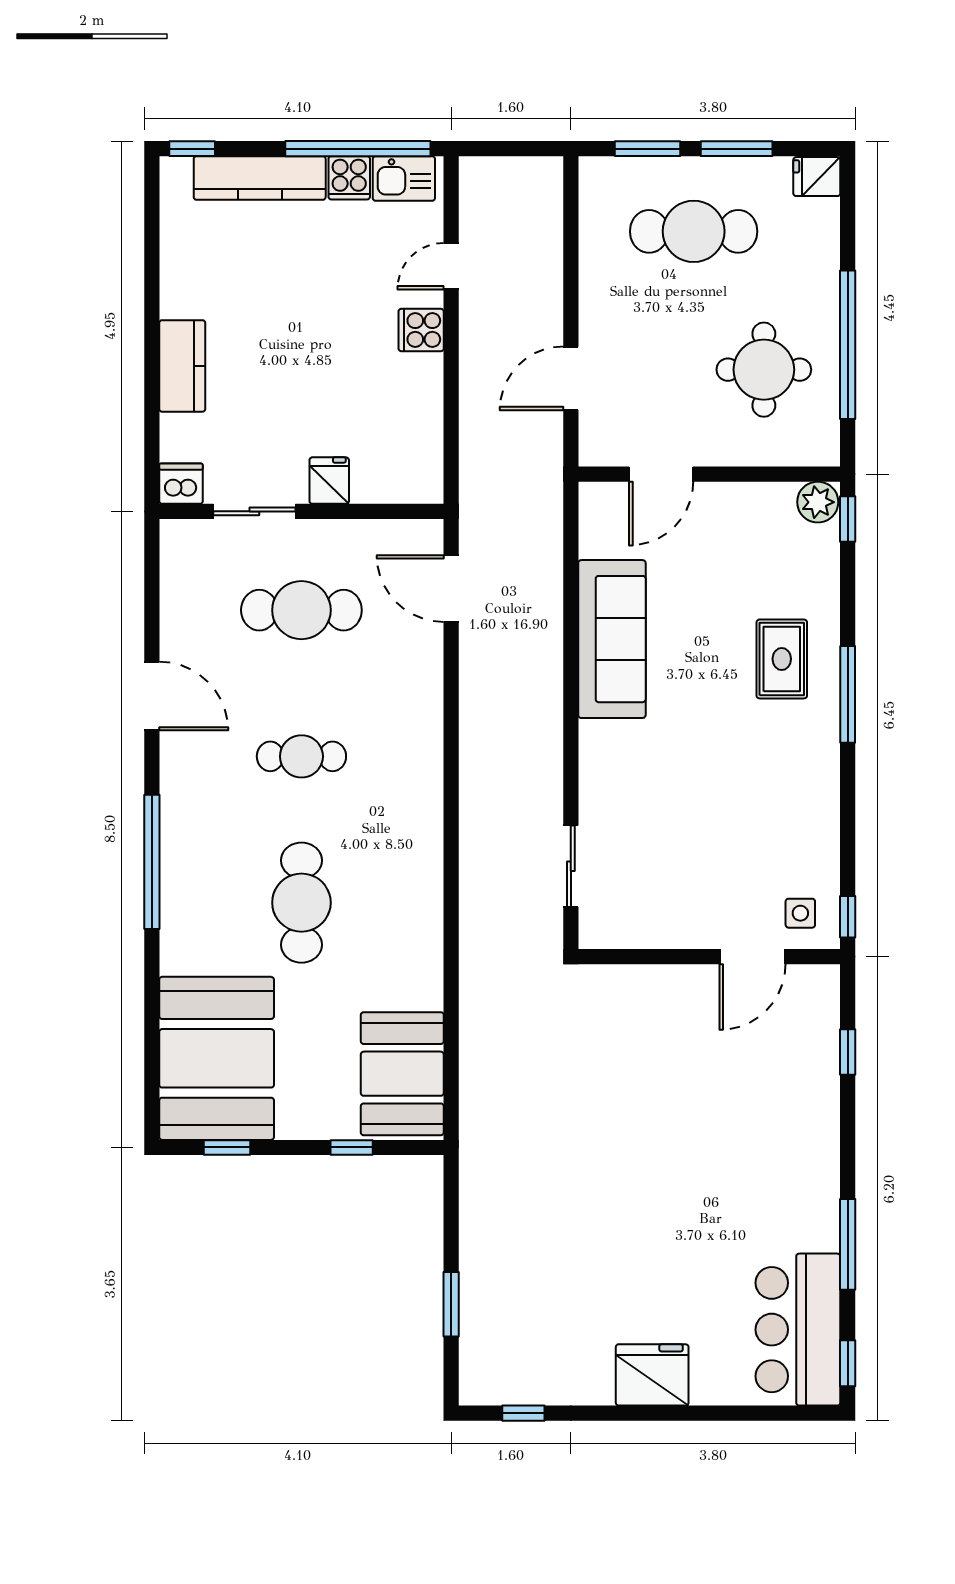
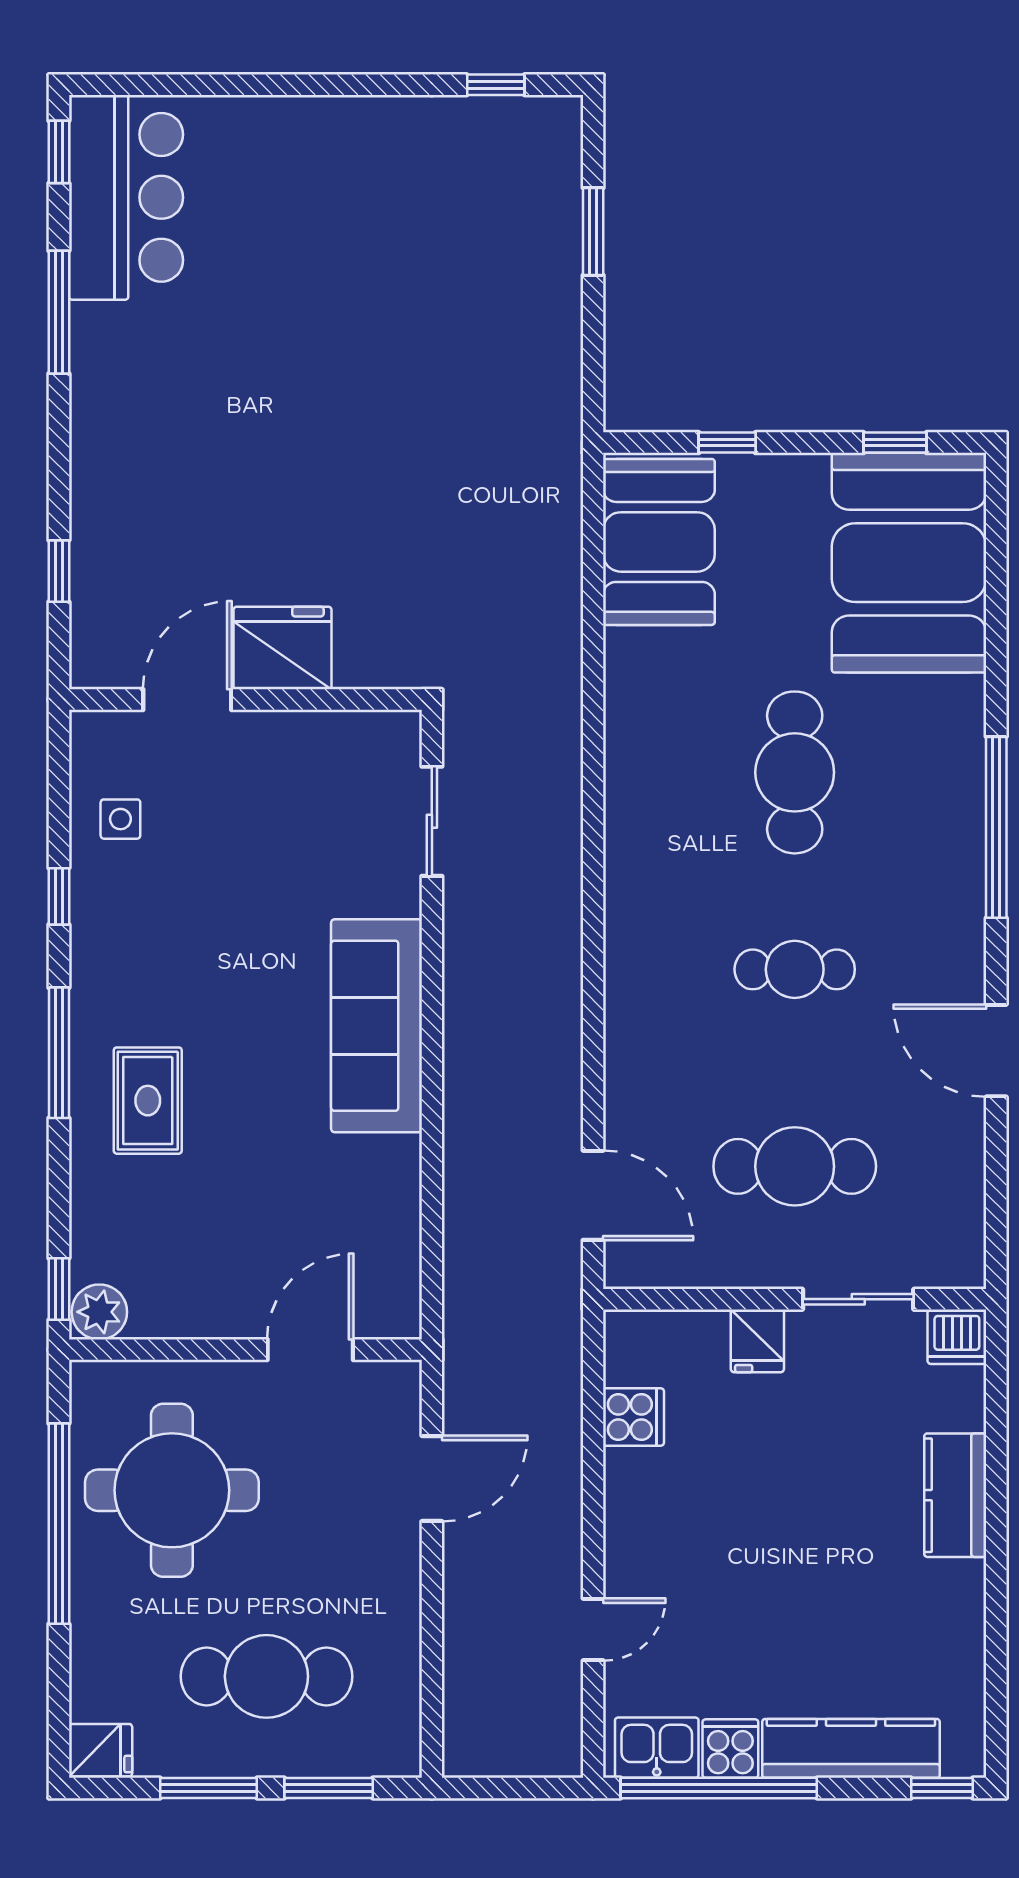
cooker: (421, 330) -> (634, 1417), moved
round table: (764, 370) -> (172, 1490), width x1.36, depth x1.36
sofa: (612, 639) -> (377, 1026), moved
side table: (800, 913) -> (120, 819), moved
window: (848, 917) -> (59, 896), moved
fridge: (652, 1375) -> (282, 648), moved, turned 180

